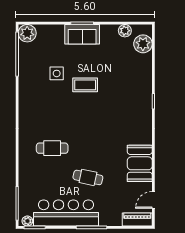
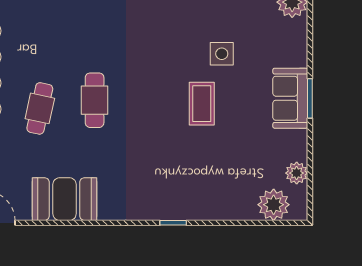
cafe table: (52, 148) -> (95, 100), moved

